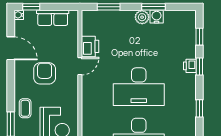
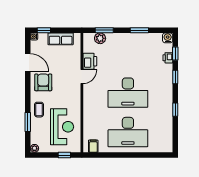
plant: (142, 17) -> (100, 38), moved
water cooler: (157, 17) -> (168, 38), moved
printer: (190, 66) -> (168, 58), moved
armchair: (45, 73) -> (43, 82), moved

